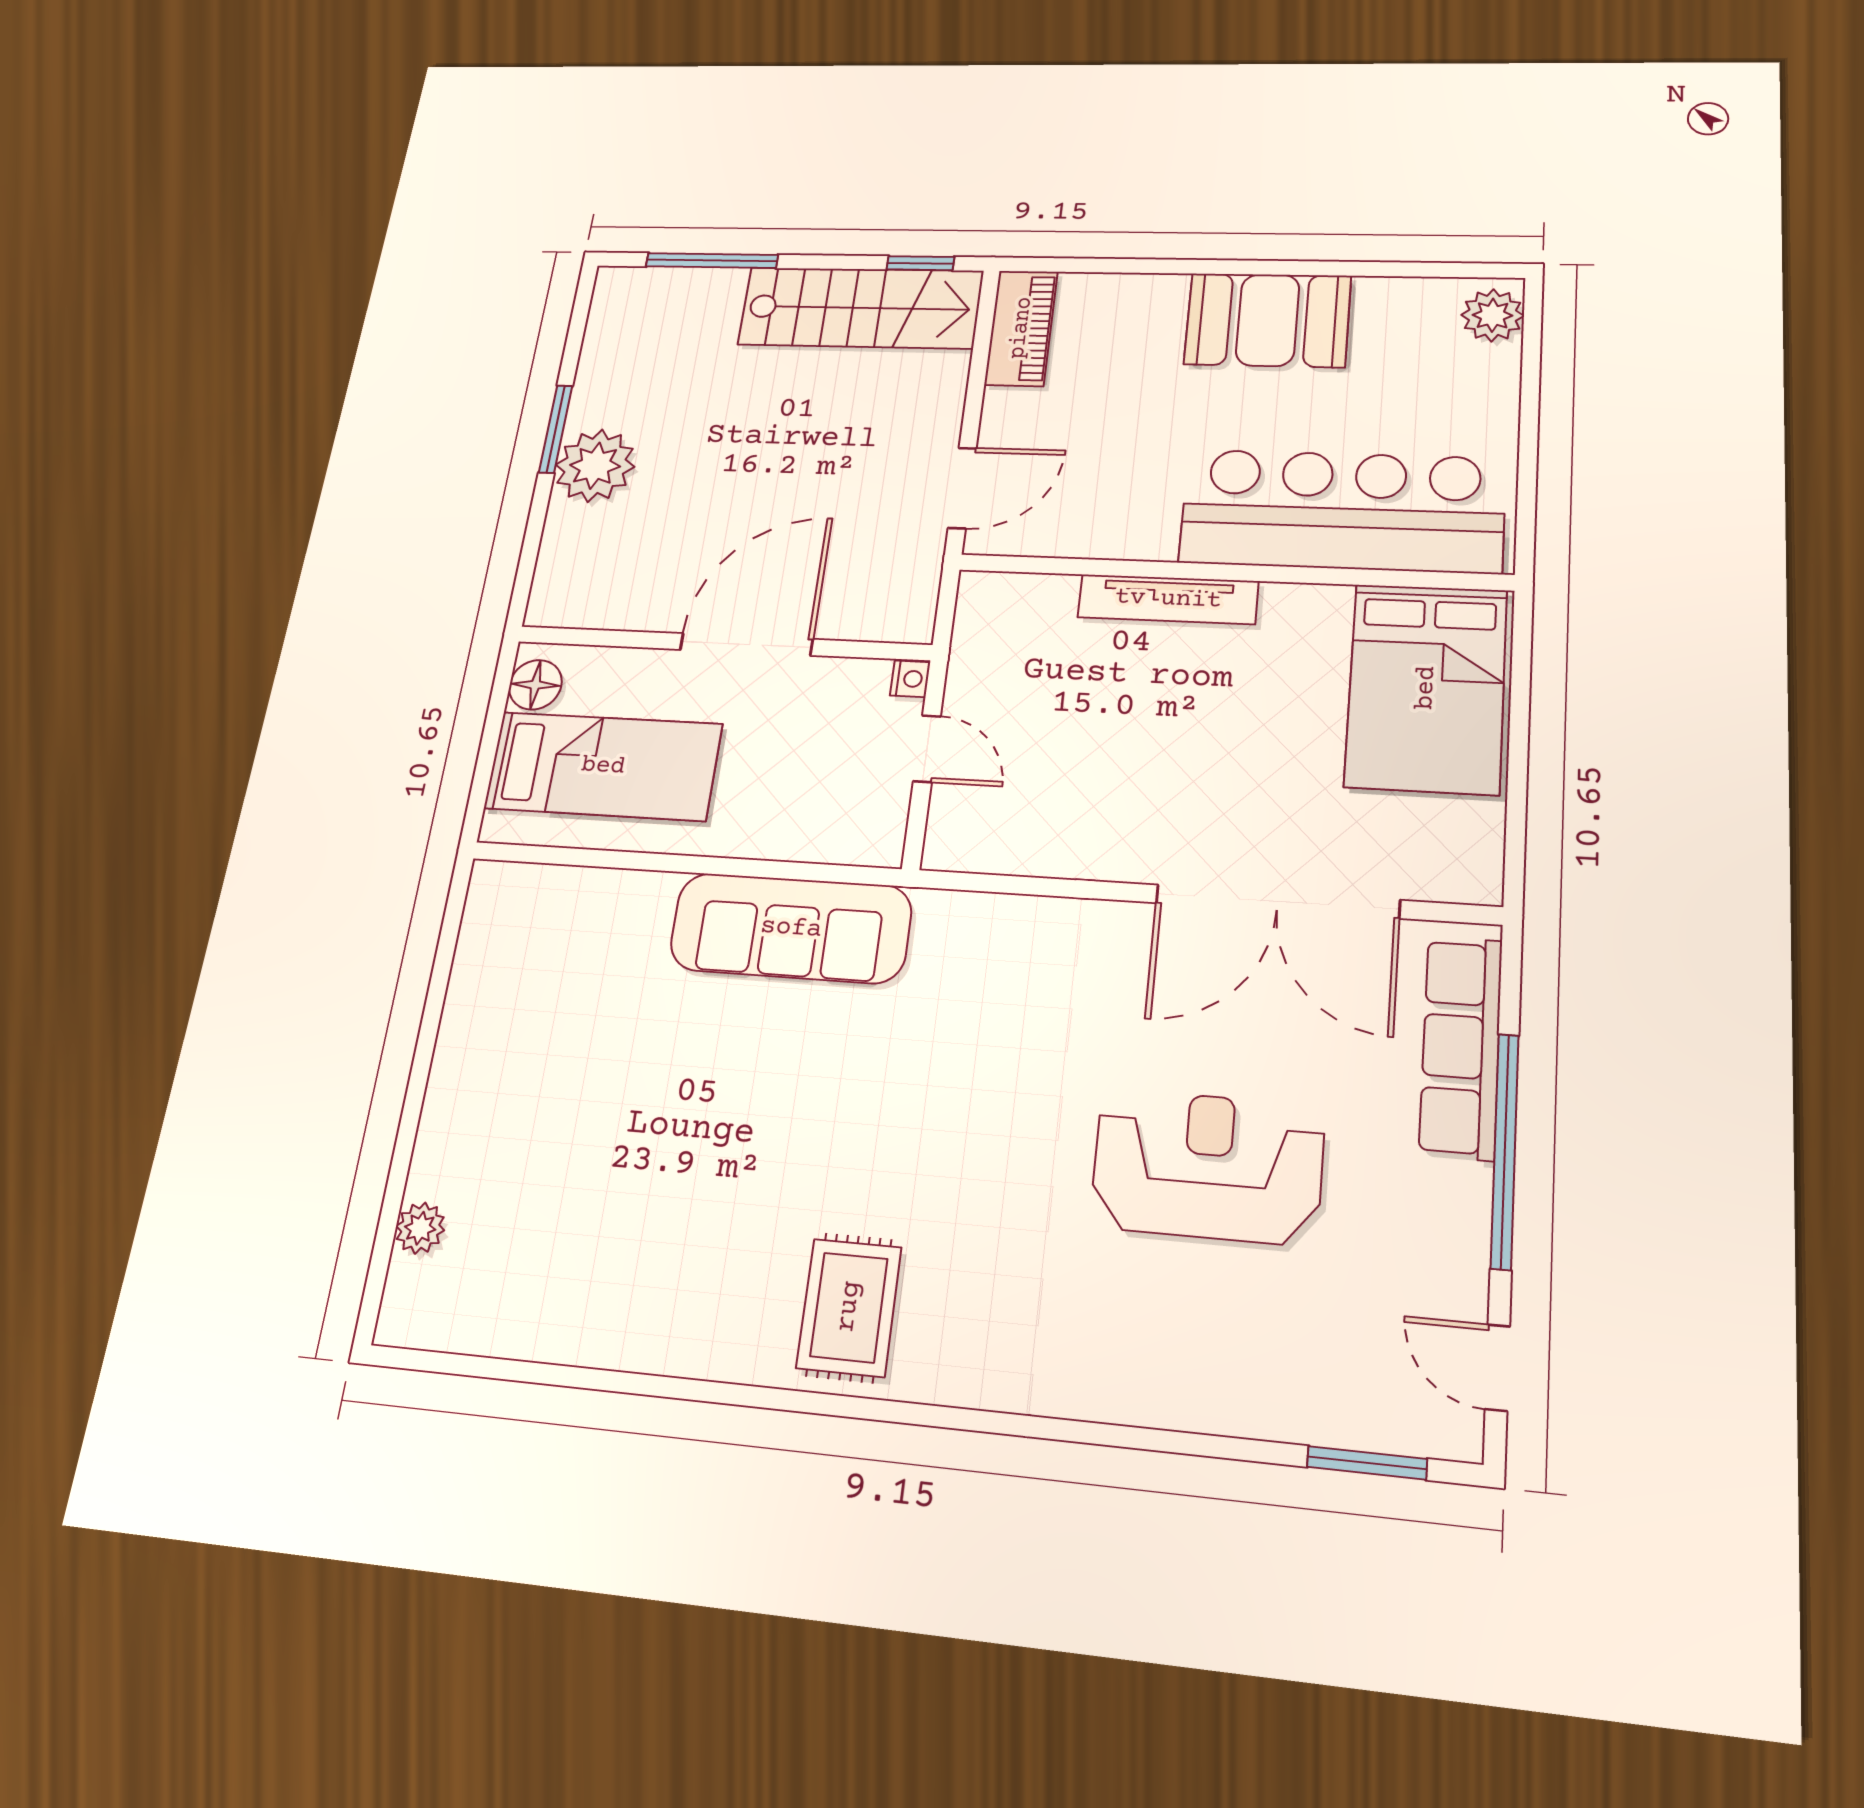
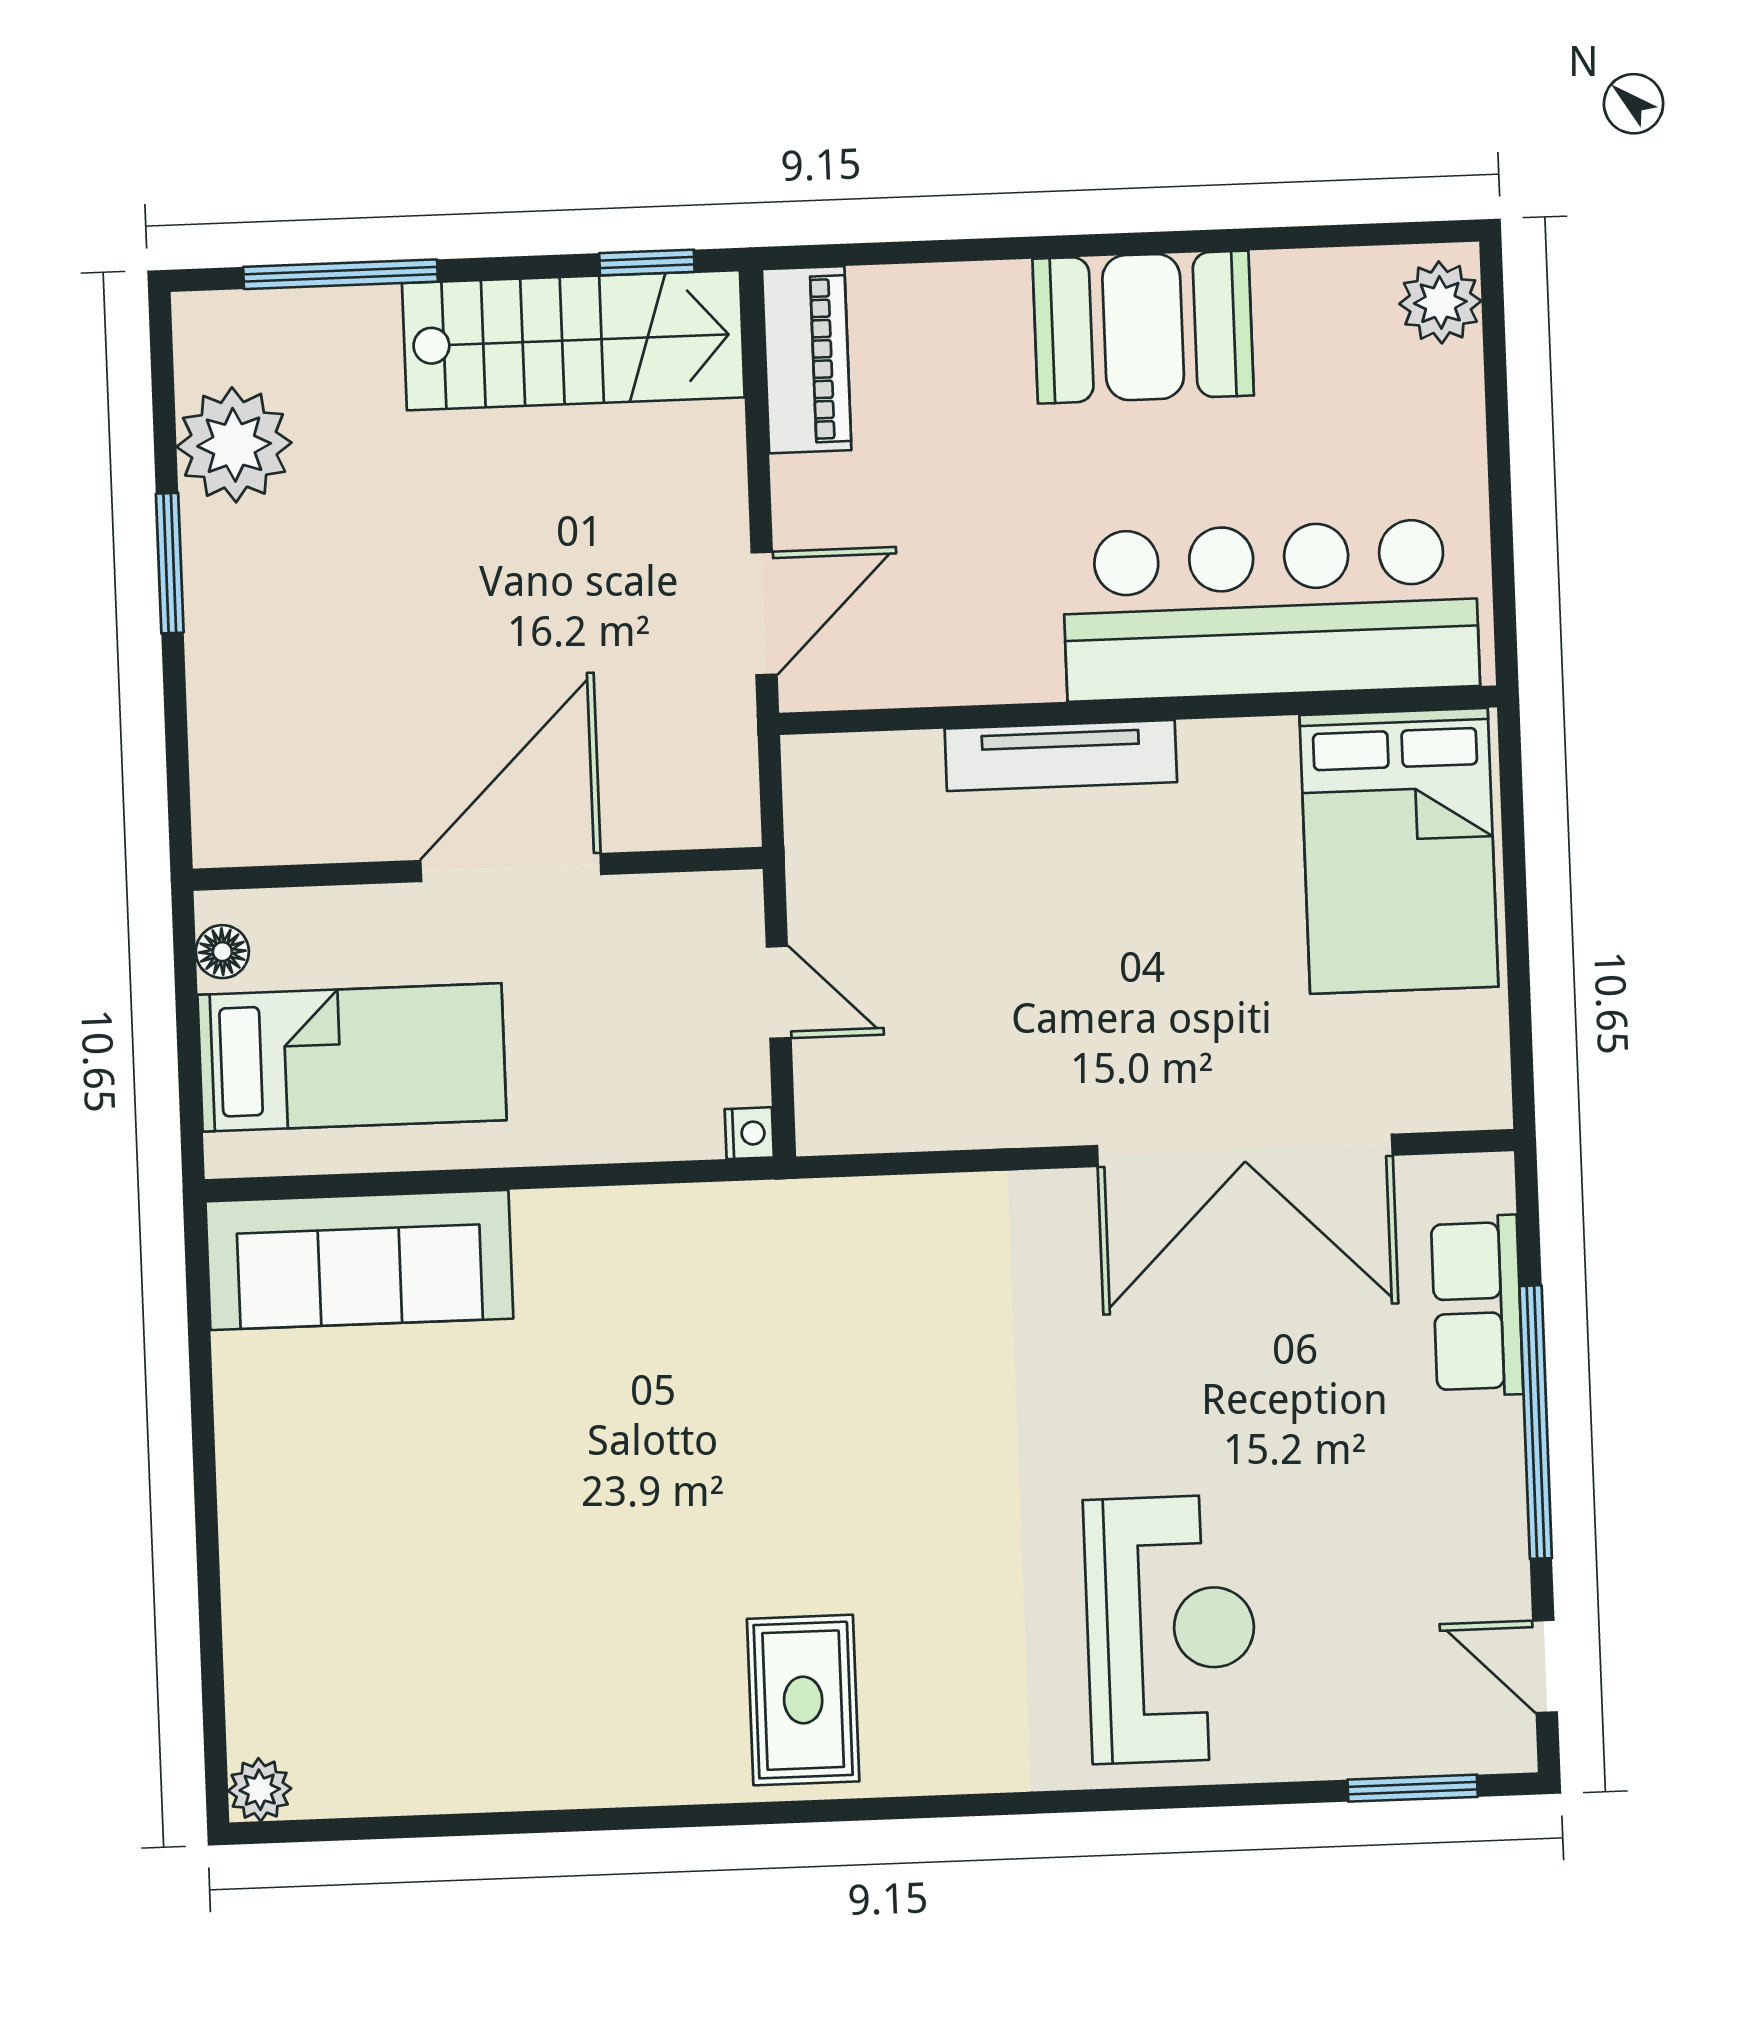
plant: (595, 466) -> (234, 445), moved
nightstand: (910, 679) -> (749, 1133), moved
floor lamp: (535, 685) -> (222, 952), width x0.73, depth x0.73
sofa: (791, 928) -> (359, 1260), moved
row of seats: (1461, 1047) -> (1477, 1306), width x0.68
reception desk: (1207, 1166) -> (1171, 1629), moved, turned 90
plant: (420, 1228) -> (260, 1790), moved

